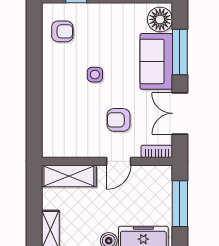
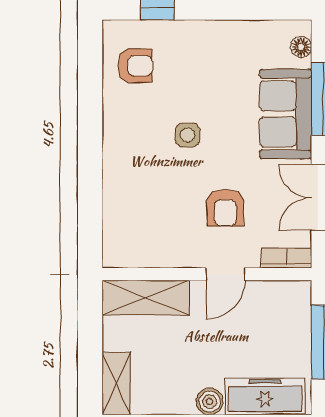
floor lamp: (160, 19) -> (301, 47), width x0.53, depth x0.53
armchair: (119, 120) -> (225, 208), turned -90

